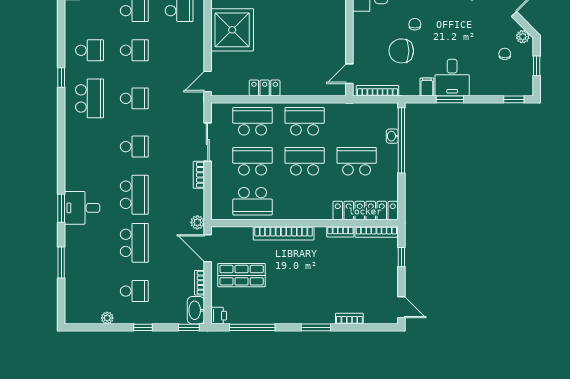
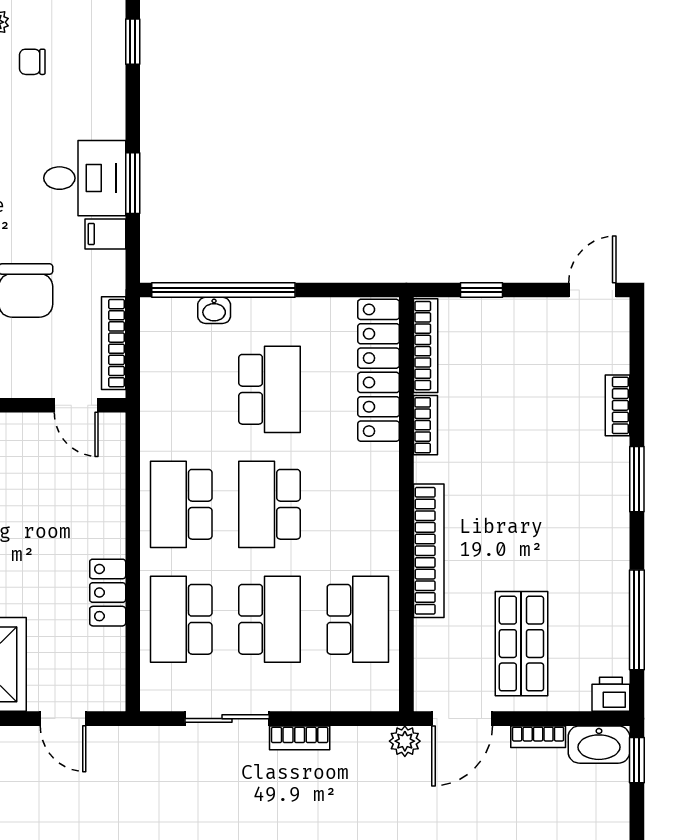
door: (208, 82) -> (63, 719), moved
school desk: (253, 161) -> (270, 619), turned 180
school desk: (357, 161) -> (270, 389), turned 180

